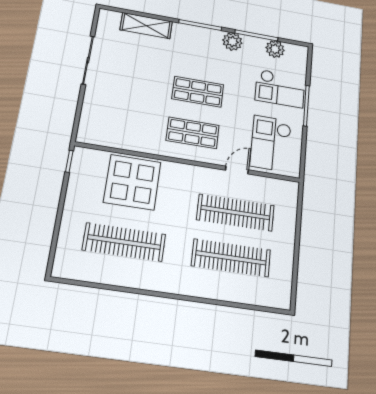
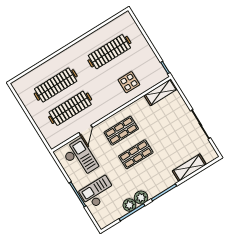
plant: (275, 49) -> (129, 205), moved
shelving: (103, 137) -> (161, 92), added
display table: (132, 182) -> (129, 82), width x0.54, depth x0.54

